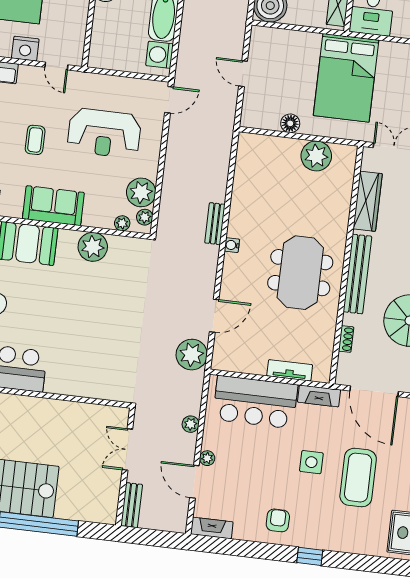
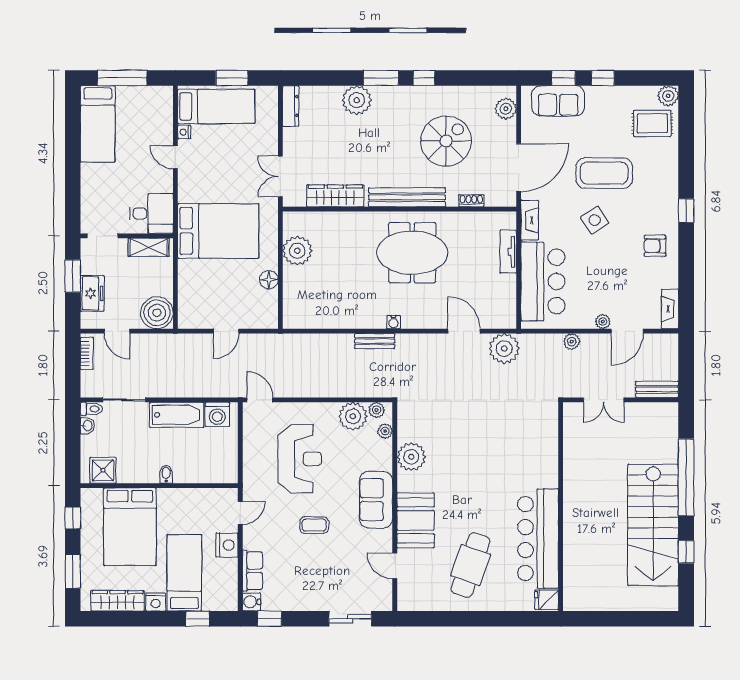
side table: (311, 462) -> (595, 220), turned -33

